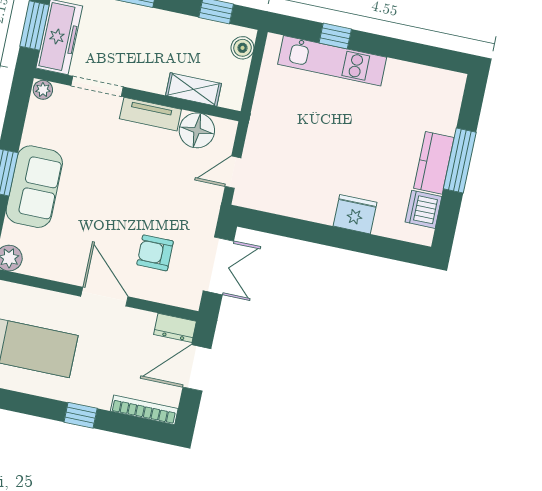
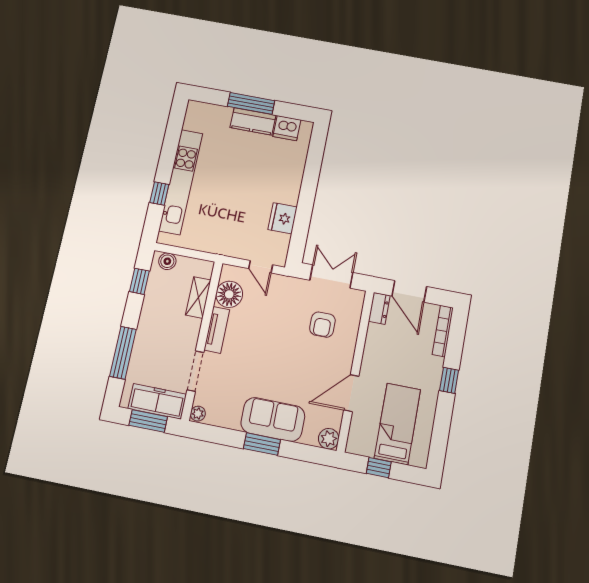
kitchen unit: (332, 61) -> (181, 182), width x1.36
fridge: (355, 214) -> (283, 218), moved
door: (104, 297) -> (351, 393), moved

